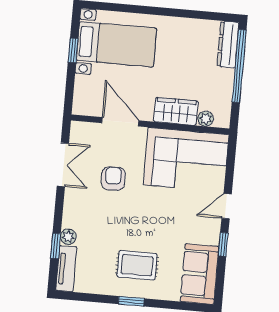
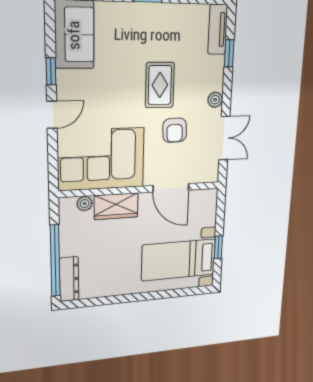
double door: (63, 165) -> (224, 138), swing flipped
plant: (68, 237) -> (215, 100), moved
rug: (137, 265) -> (160, 85), moved, turned 90

